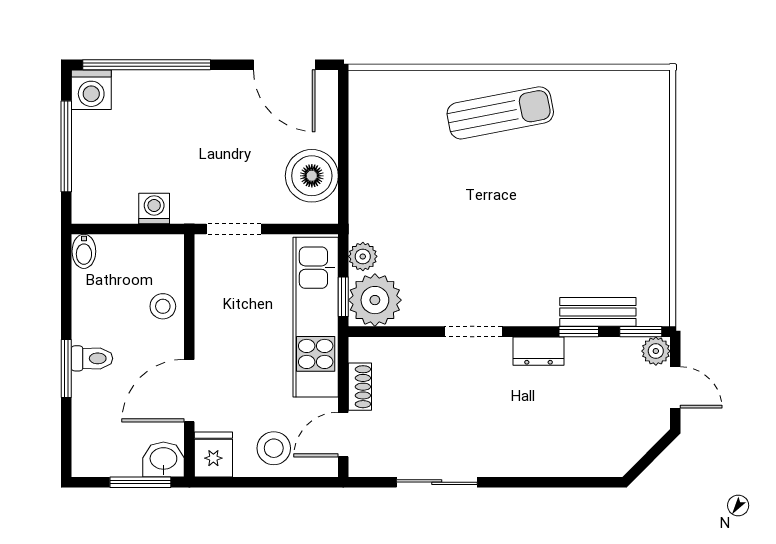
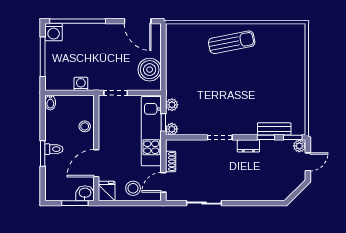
plant: (375, 300) -> (172, 129), width x0.53, depth x0.53
door: (675, 387) -> (308, 162), hinge flipped

